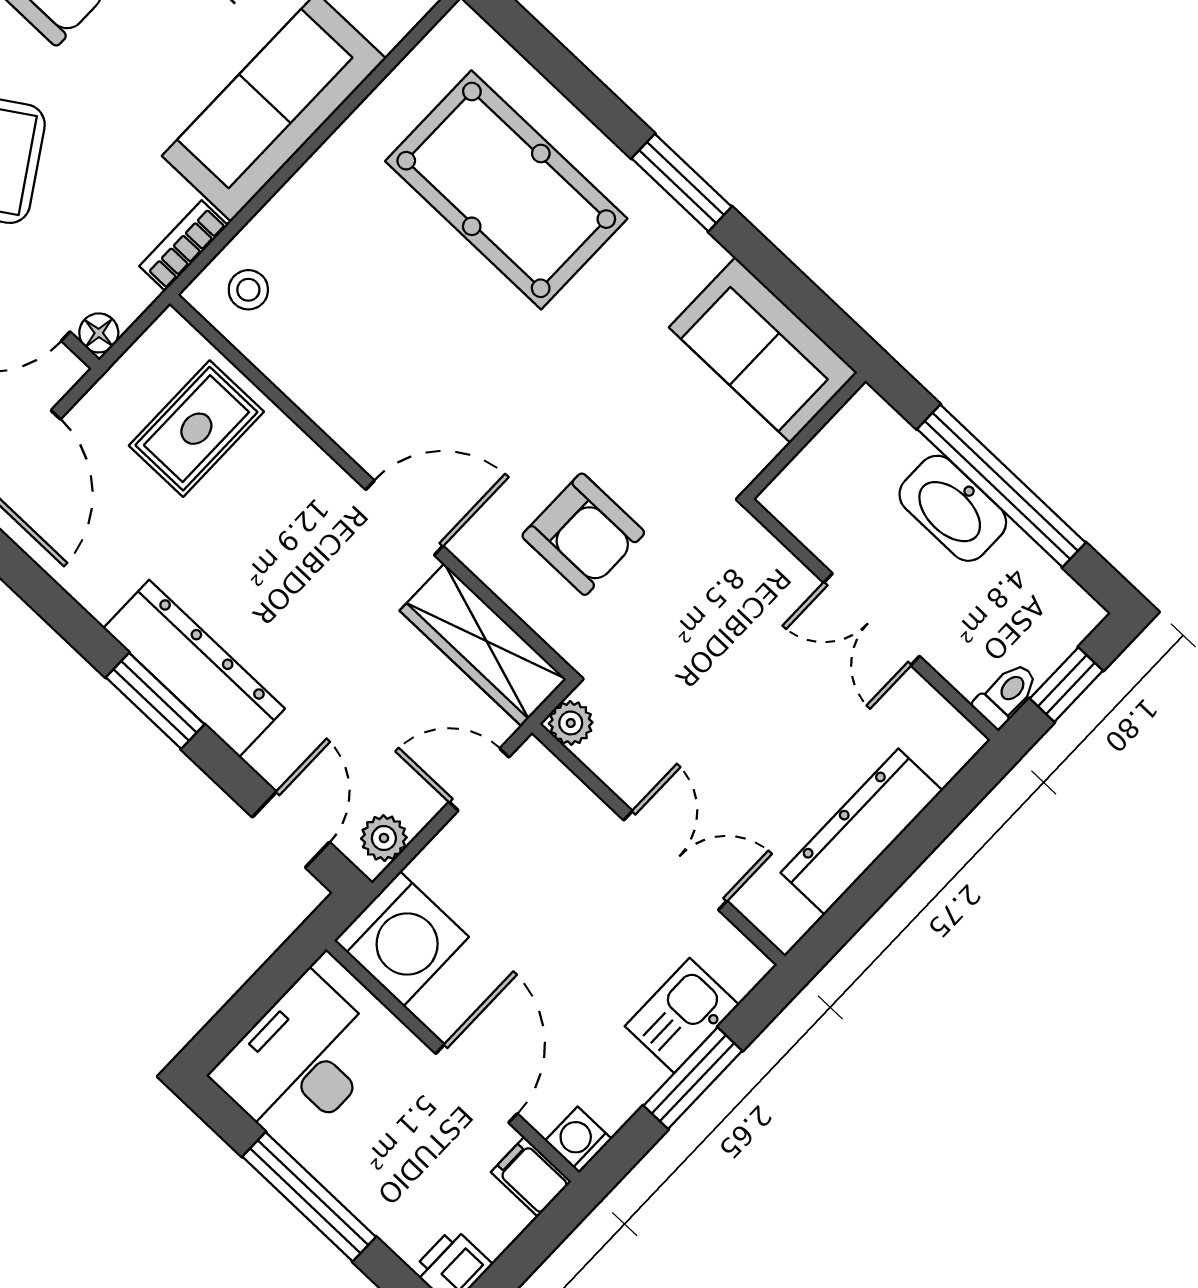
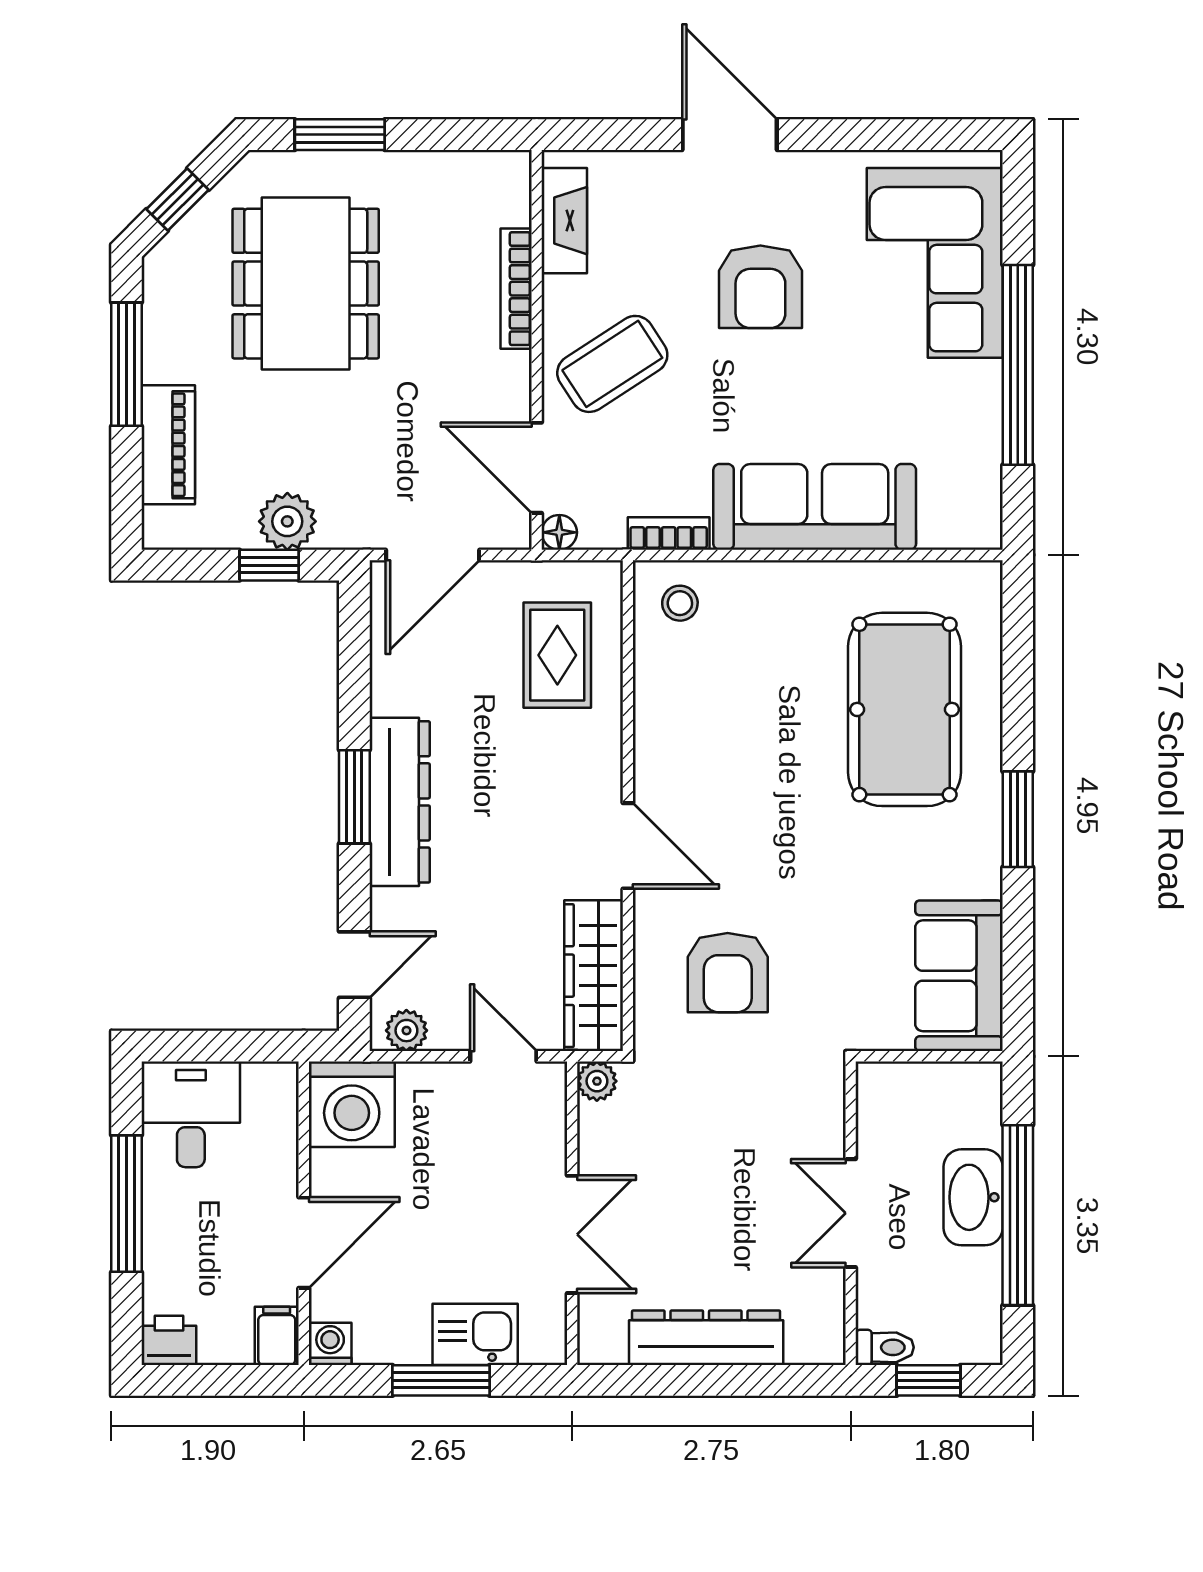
rug: (196, 429) -> (557, 655), turned 90
desk: (300, 1062) -> (191, 1114), width x0.73

